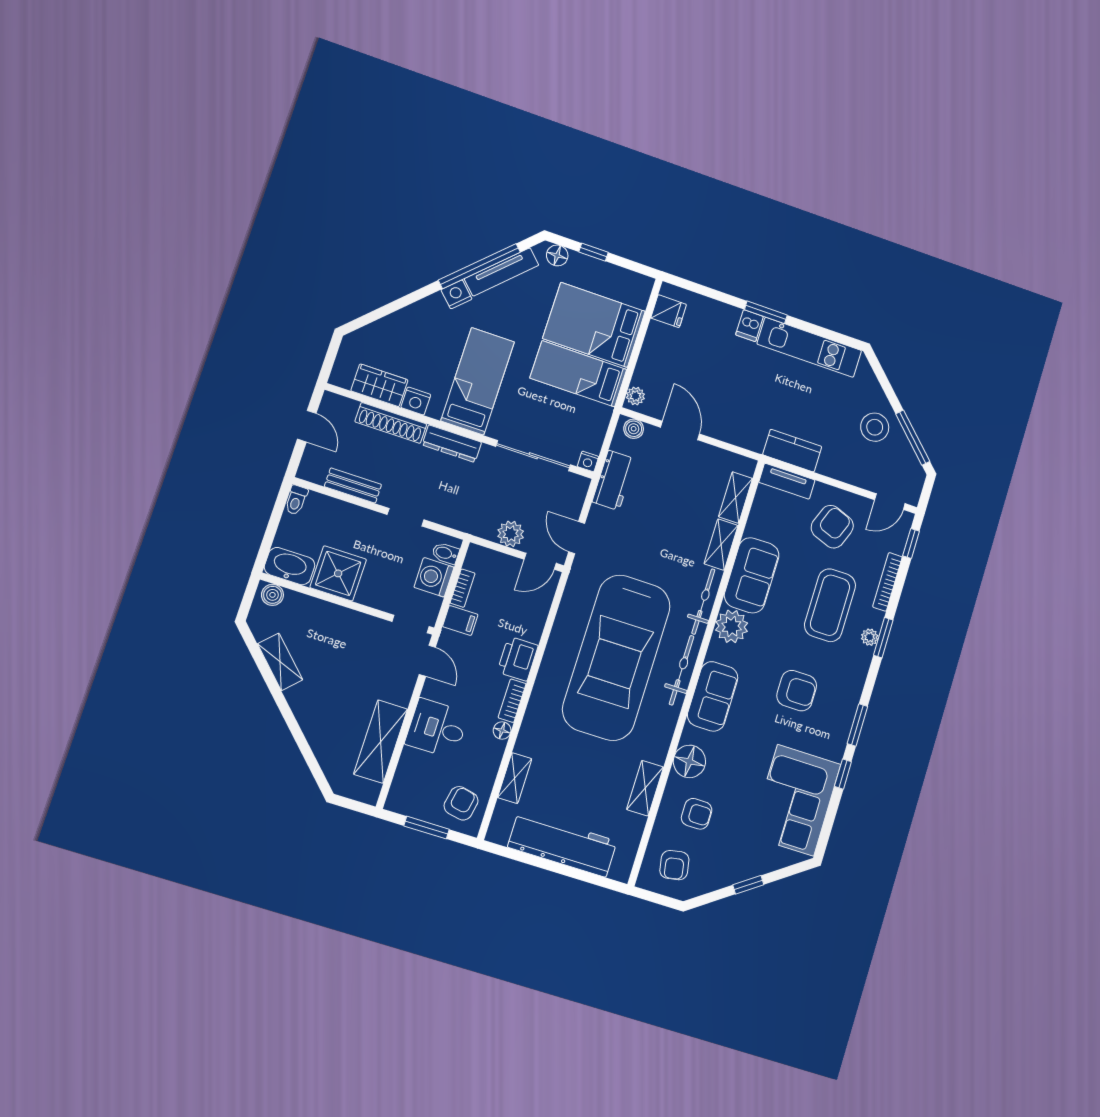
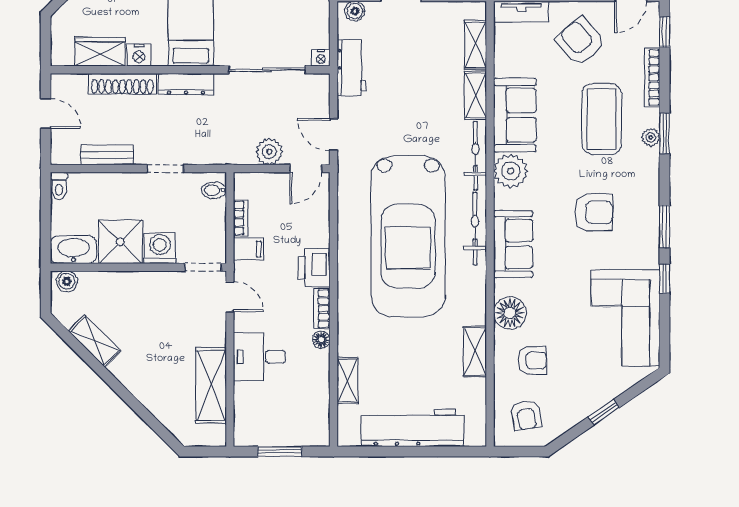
armchair: (832, 527) -> (580, 41), turned -62
washing machine: (434, 577) -> (160, 248), moved, turned 90
armchair: (461, 803) -> (305, 419), removed

